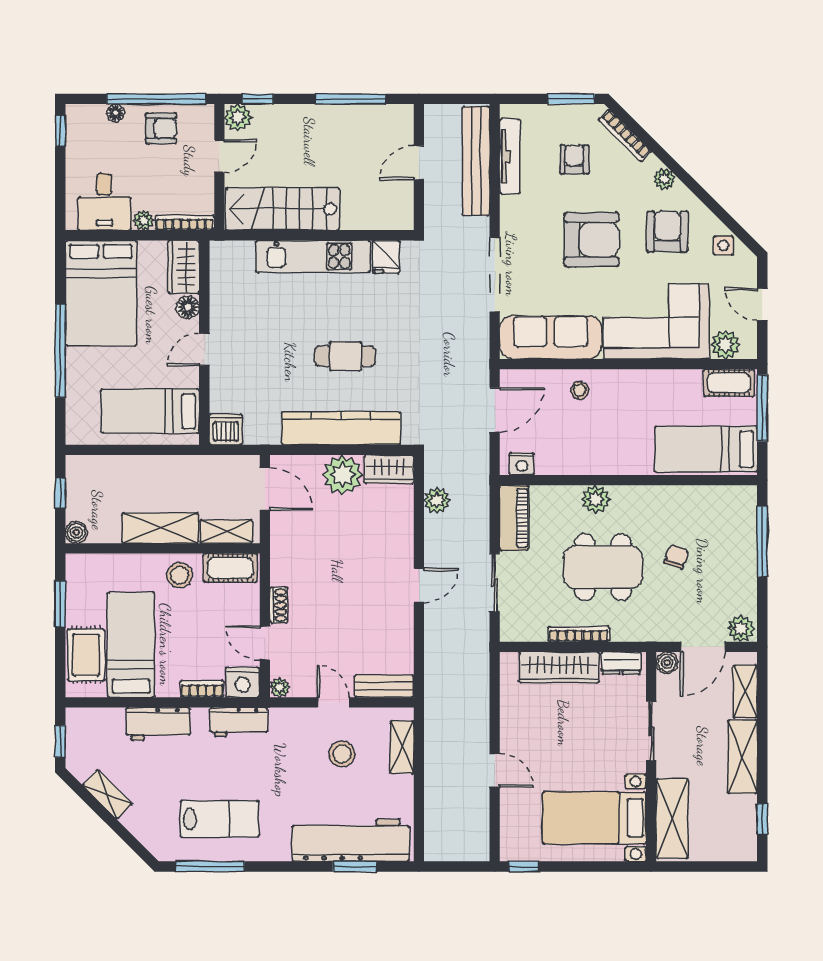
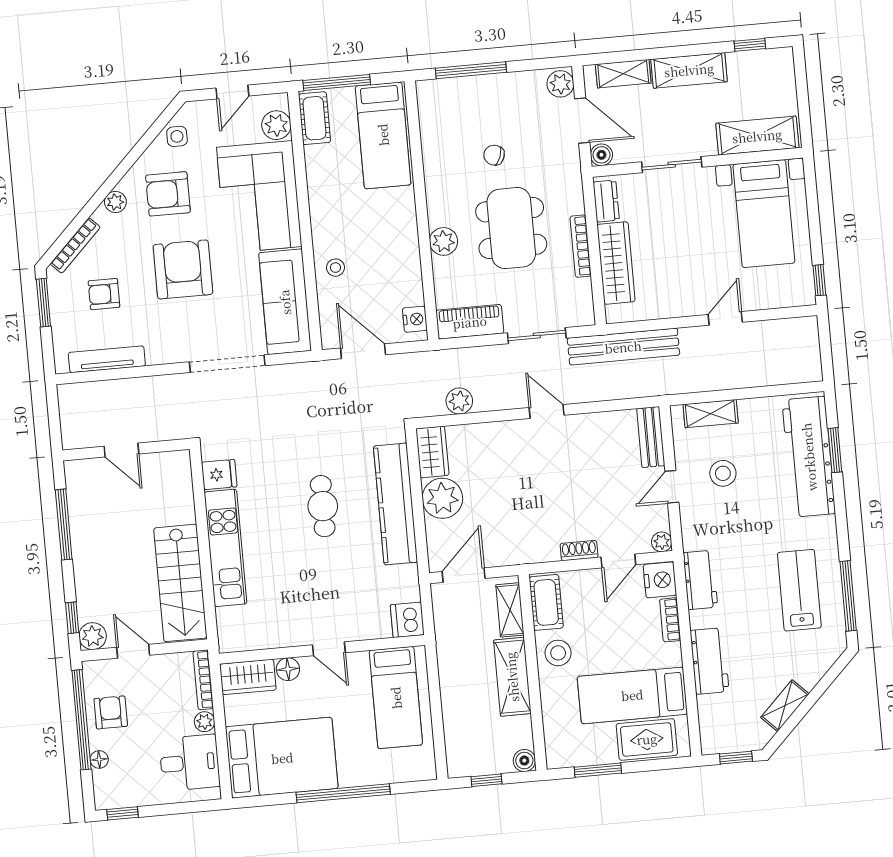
bench: (476, 161) -> (623, 347), moved

